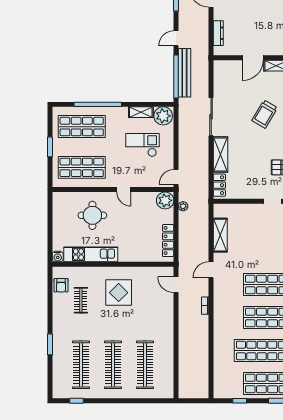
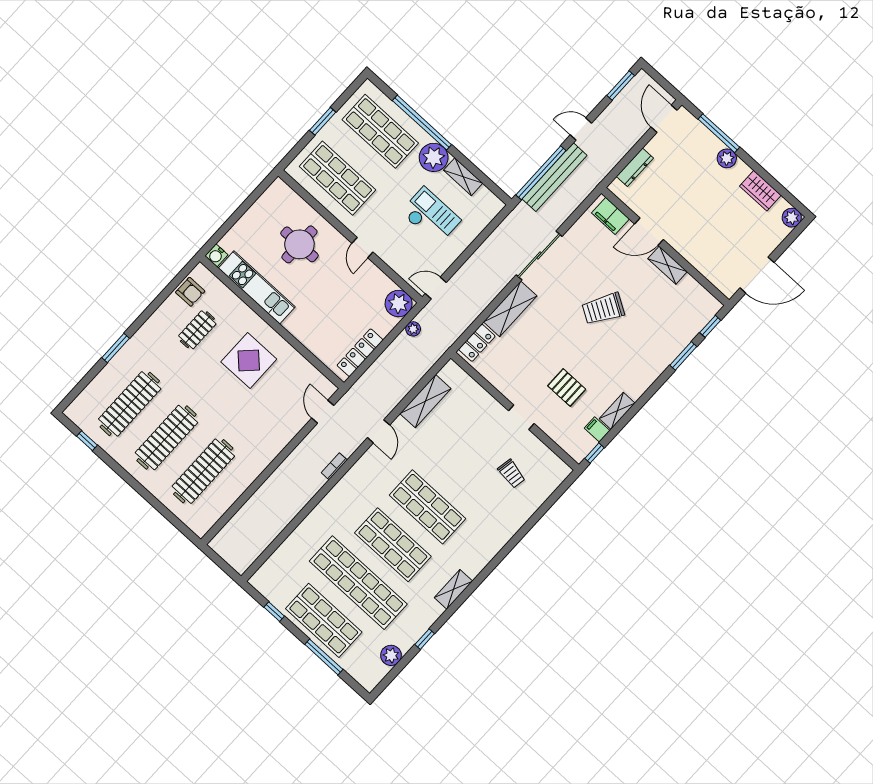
filing cabinet: (228, 67) -> (610, 216), added
plant: (163, 116) -> (434, 157), moved
door: (211, 270) -> (379, 431), swing flipped
armchair: (61, 285) -> (190, 292), turned -90

